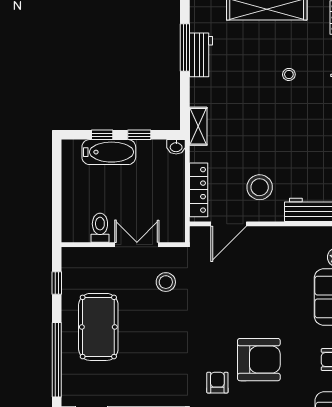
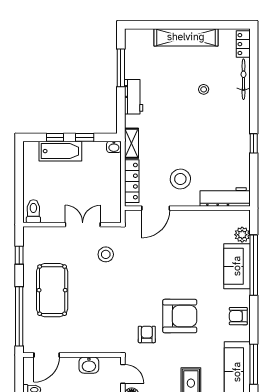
workbench: (201, 55) -> (134, 97), moved
shelving: (198, 126) -> (132, 143), moved
toilet: (100, 228) -> (33, 211), moved

